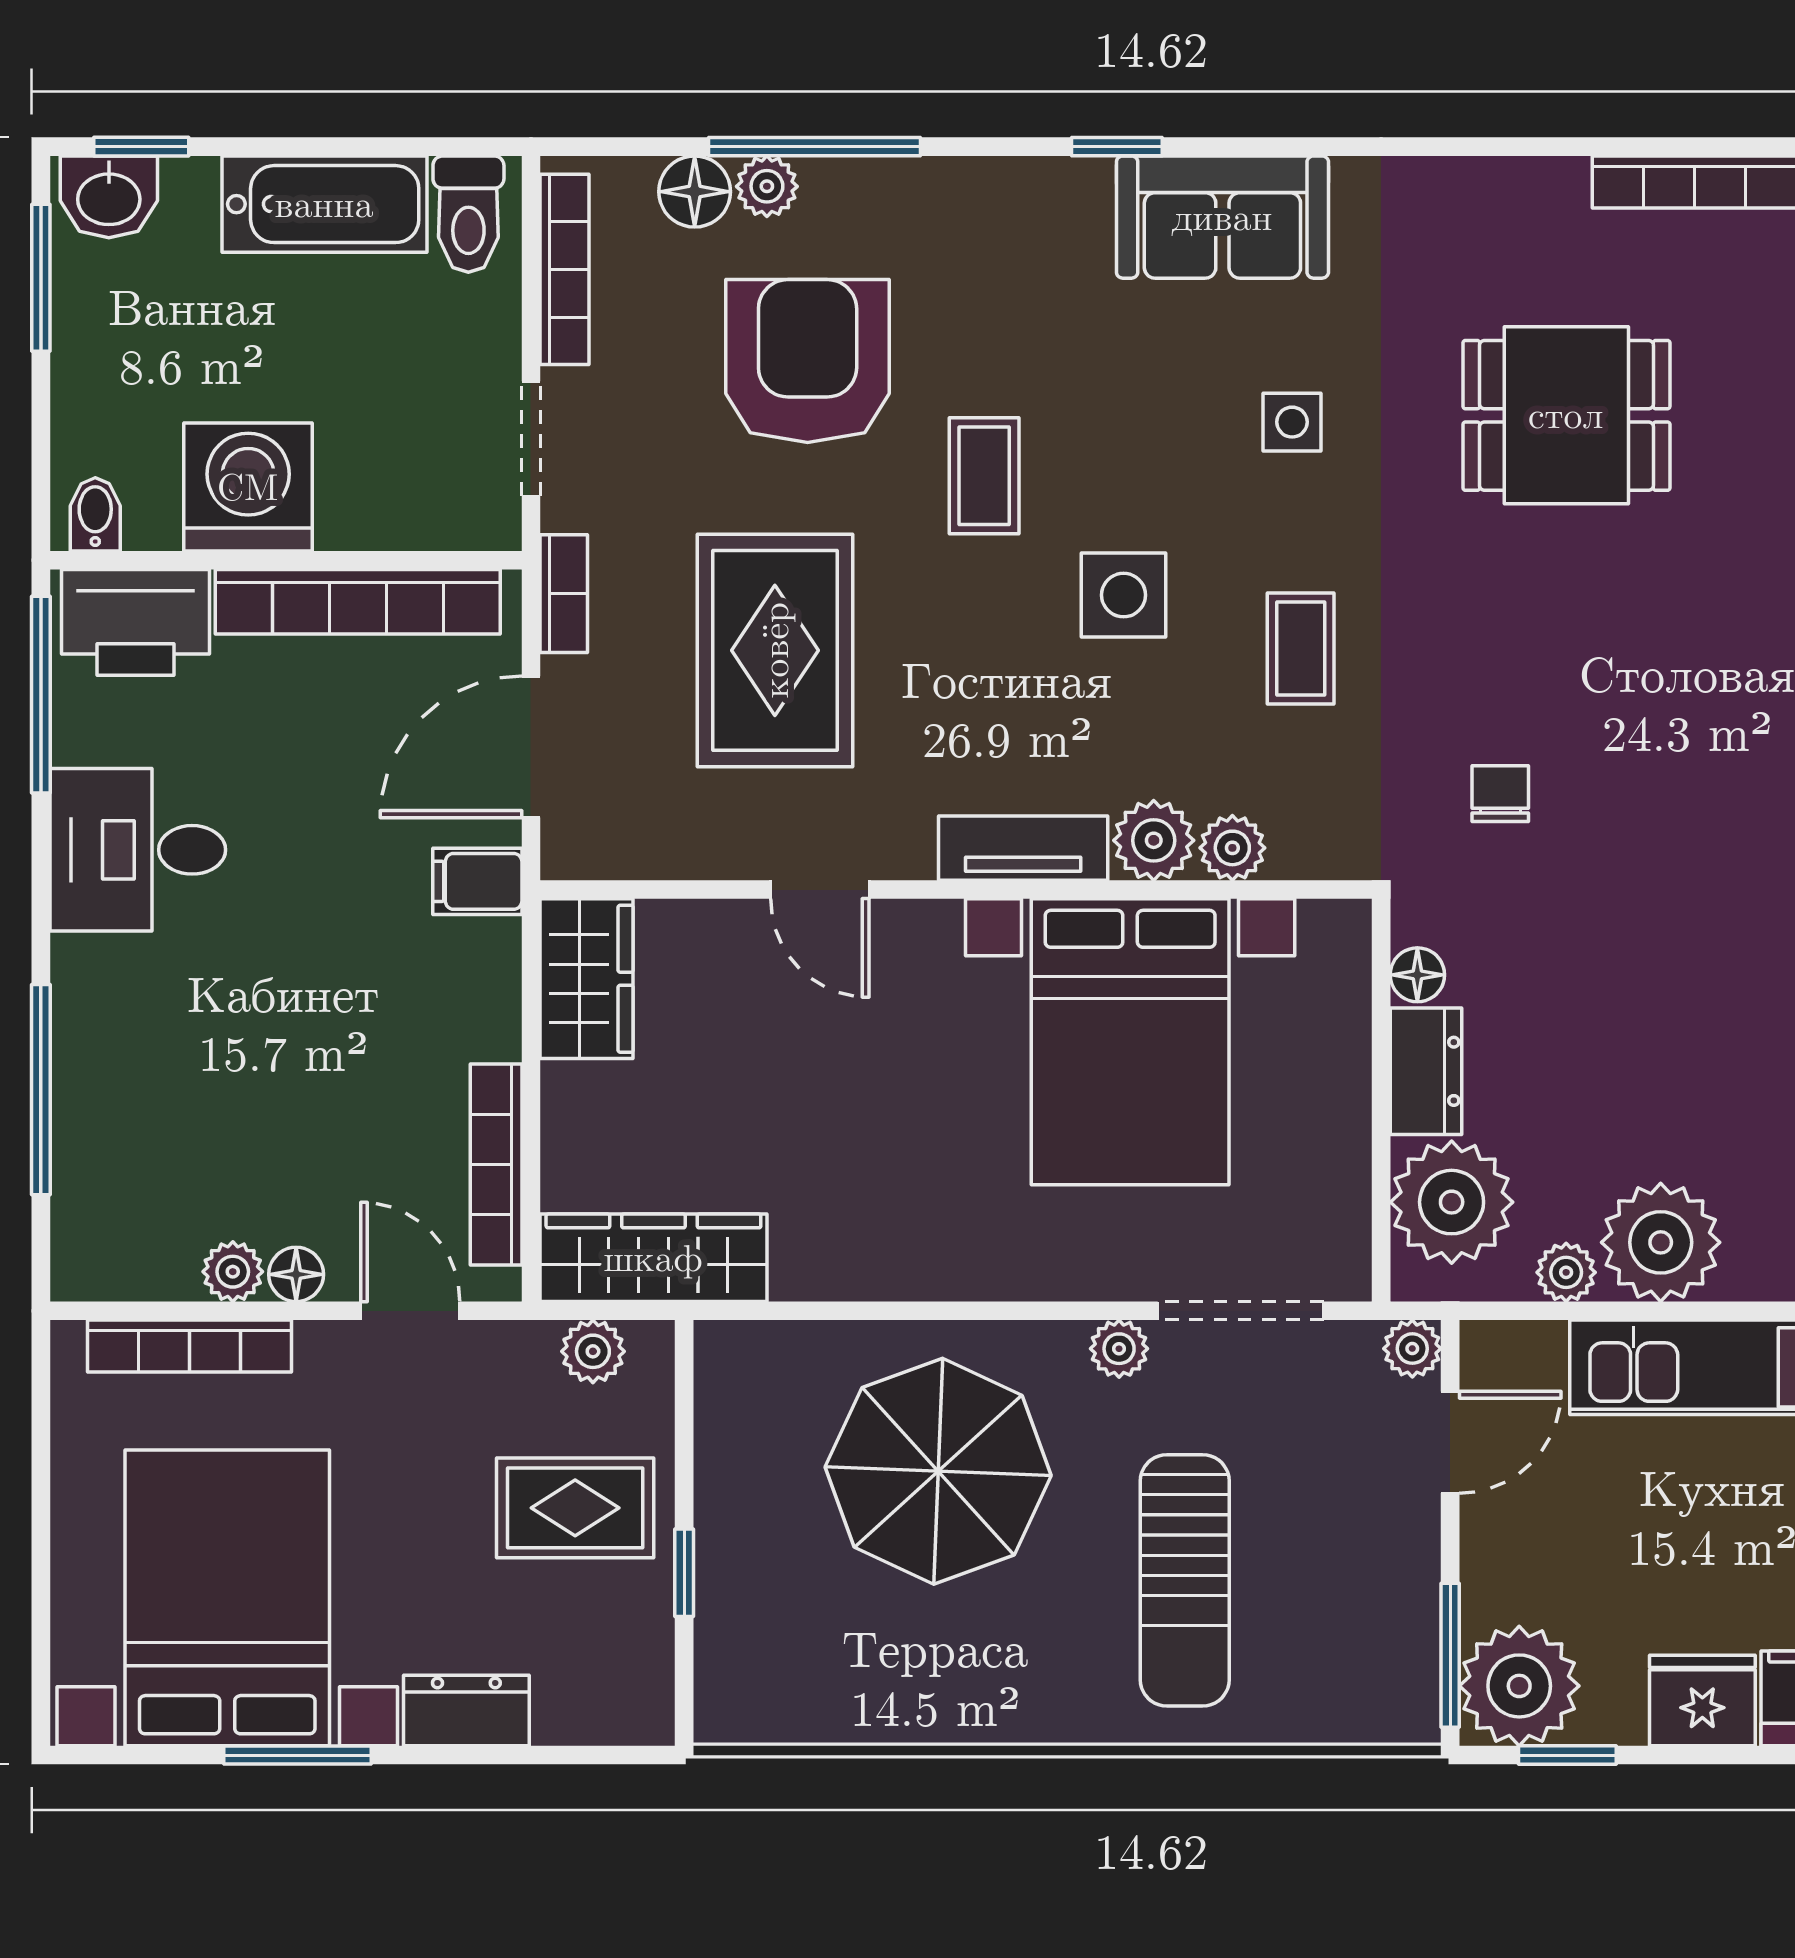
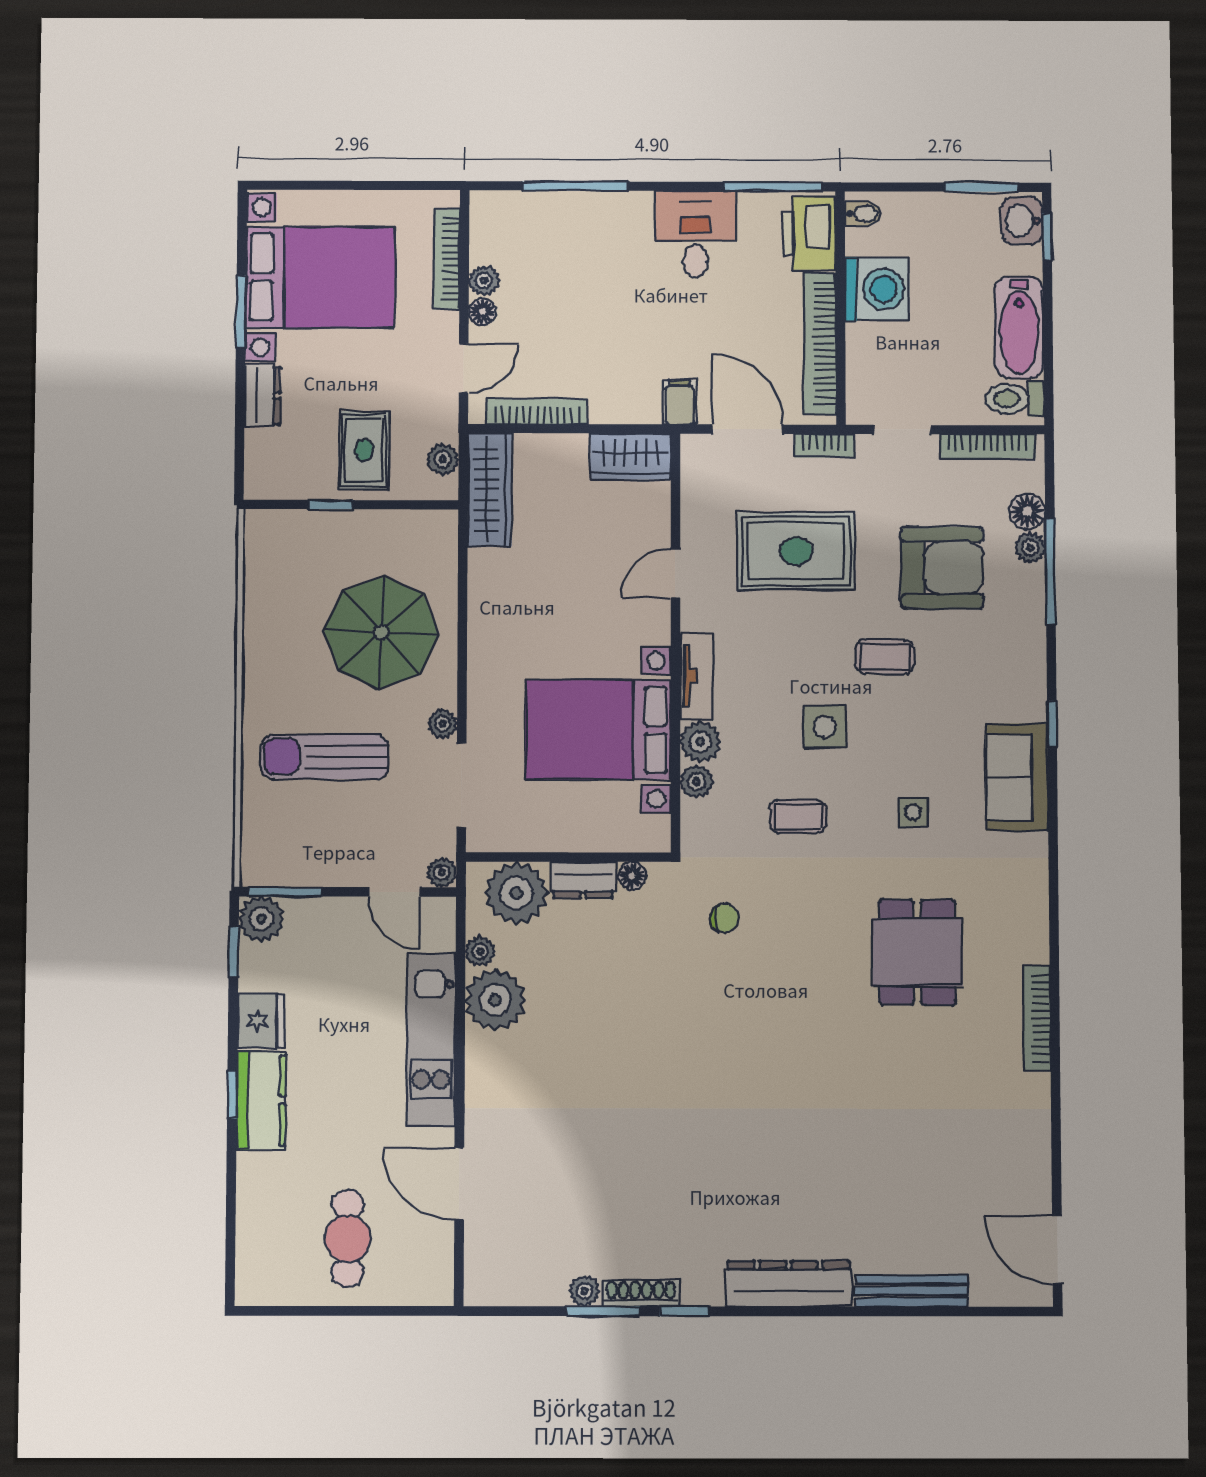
plant: (1519, 1686) -> (261, 919), width x0.73, depth x0.73

